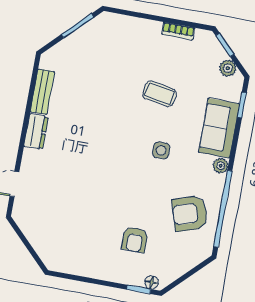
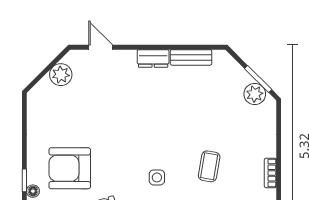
plant: (93, 32) -> (255, 94), added
plant: (35, 231) -> (61, 75), added
armchair: (135, 240) -> (70, 168), width x1.88, depth x1.88

